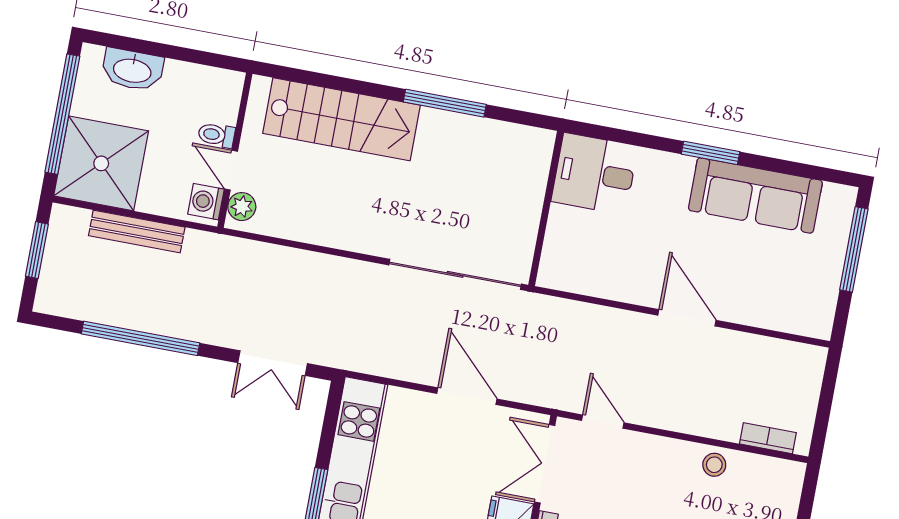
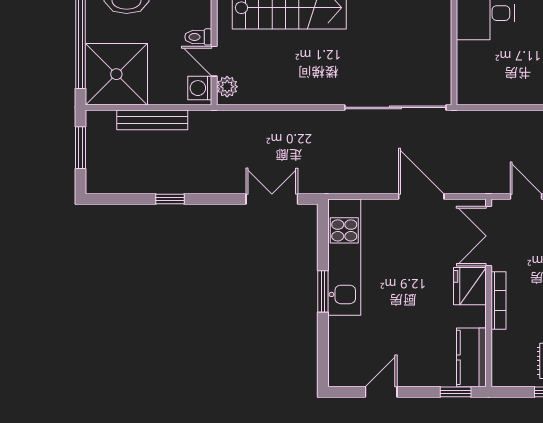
window: (140, 338) -> (170, 199), width x0.32
double door: (273, 363) -> (272, 199), swing flipped

